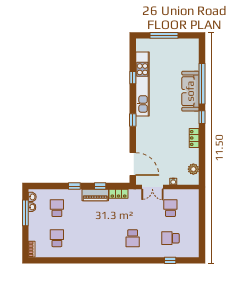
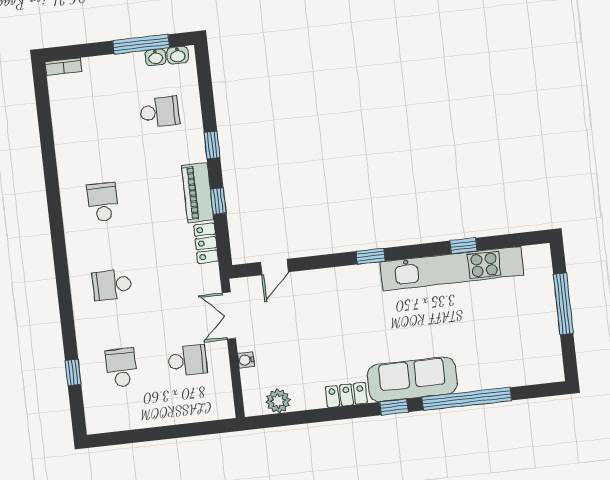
sofa: (190, 91) -> (412, 379), moved
door: (133, 164) -> (274, 267), width x0.53
school desk: (57, 238) -> (103, 202), moved, turned -90

